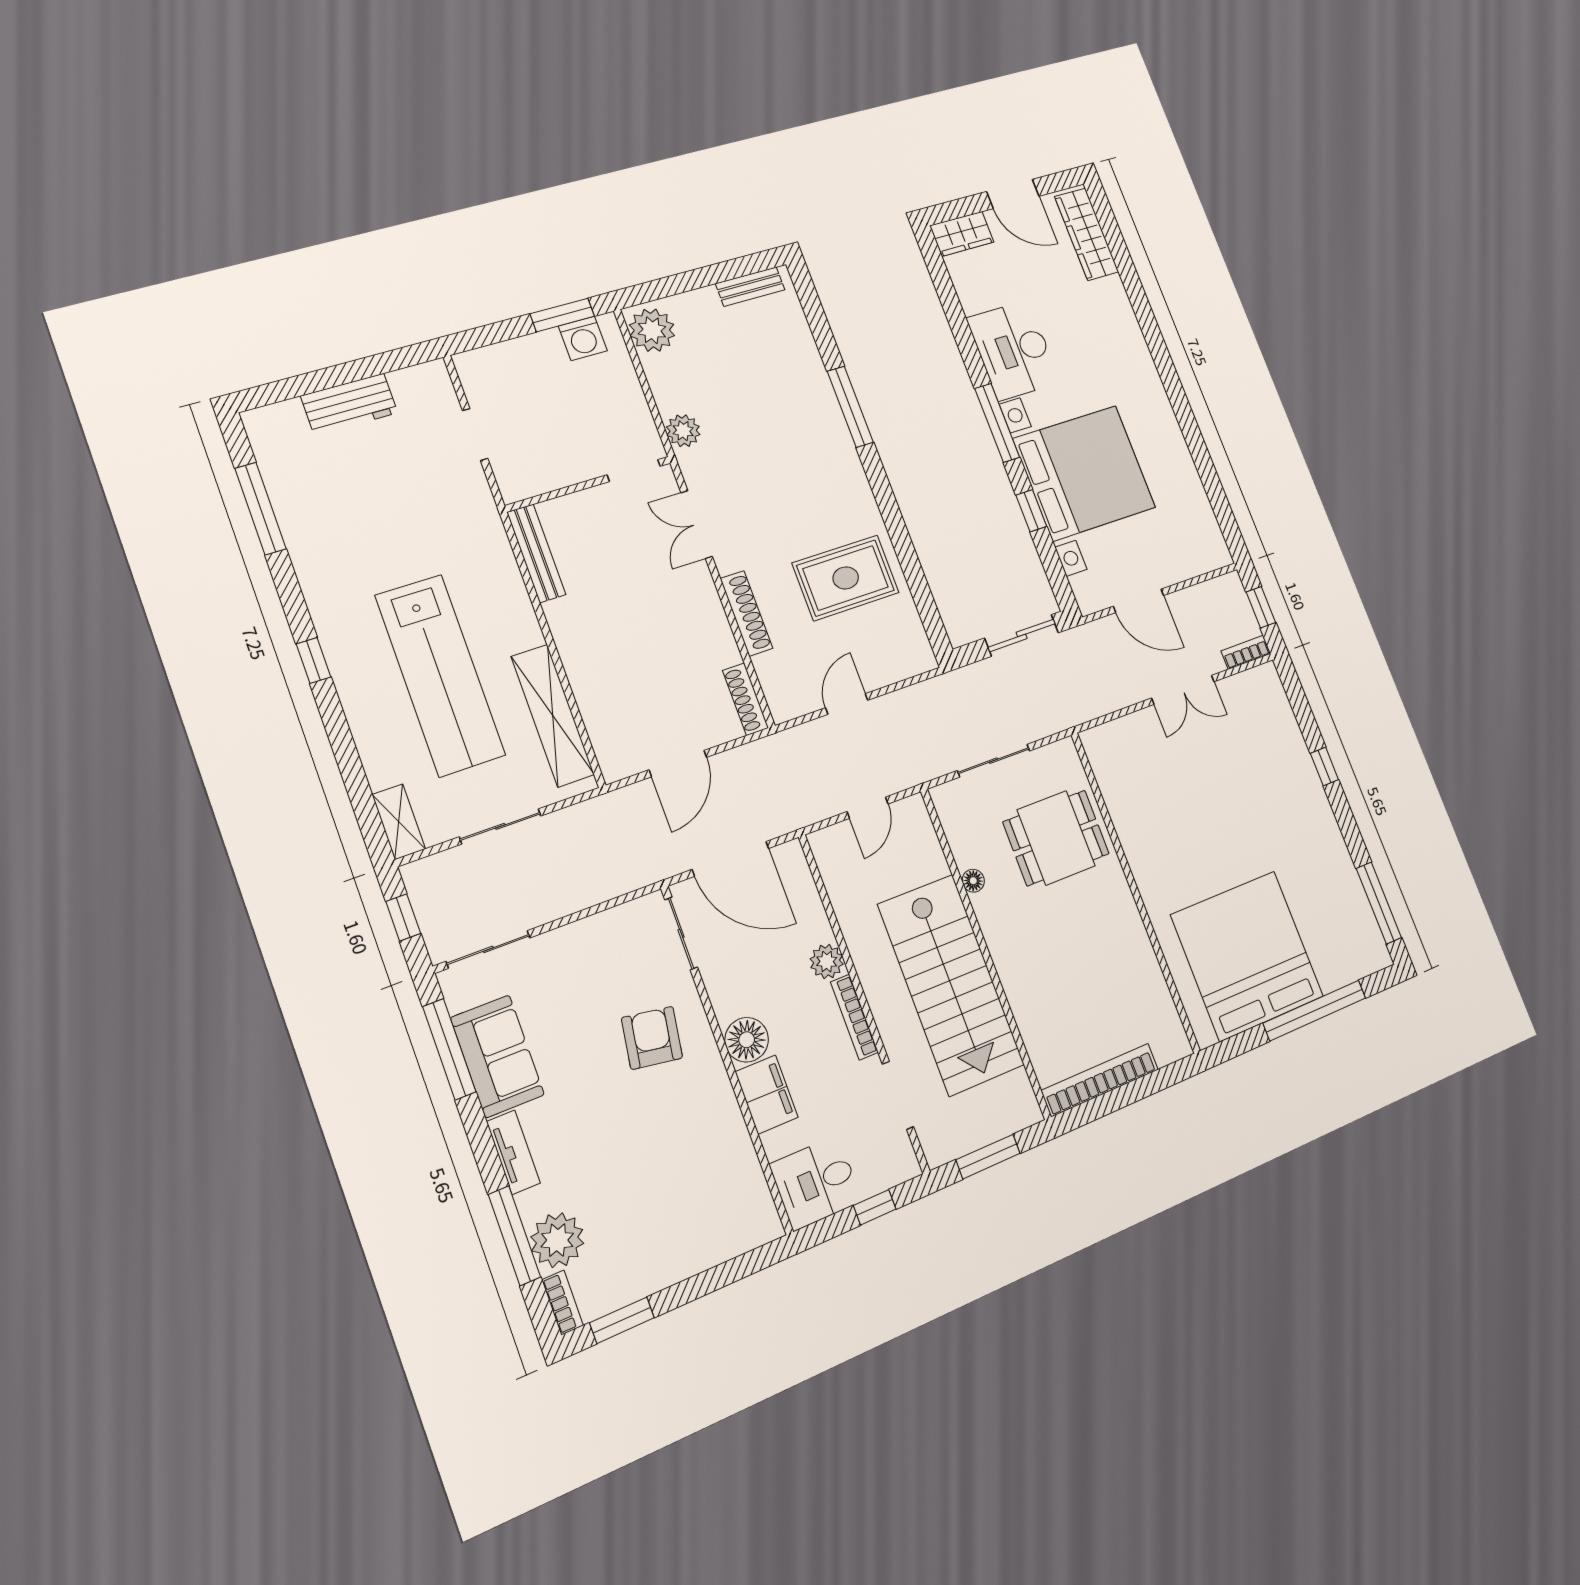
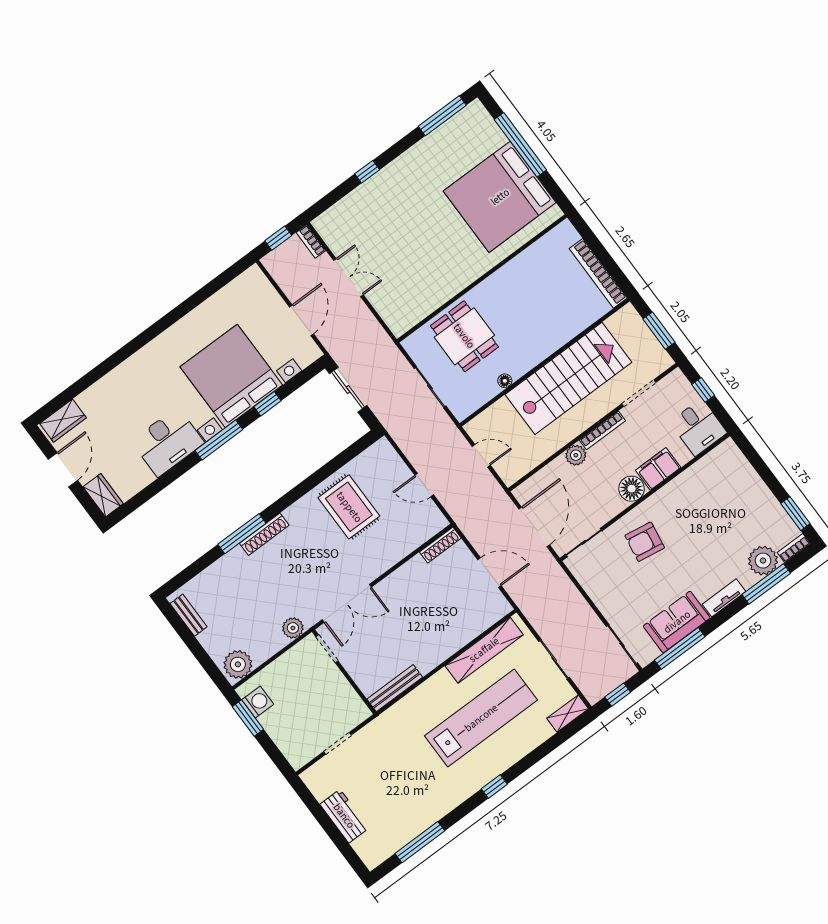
wardrobe: (1087, 234) -> (63, 421), width x0.67
double door: (697, 525) -> (347, 603), width x1.37
shoe rack: (746, 613) -> (264, 534), moved, turned 180

